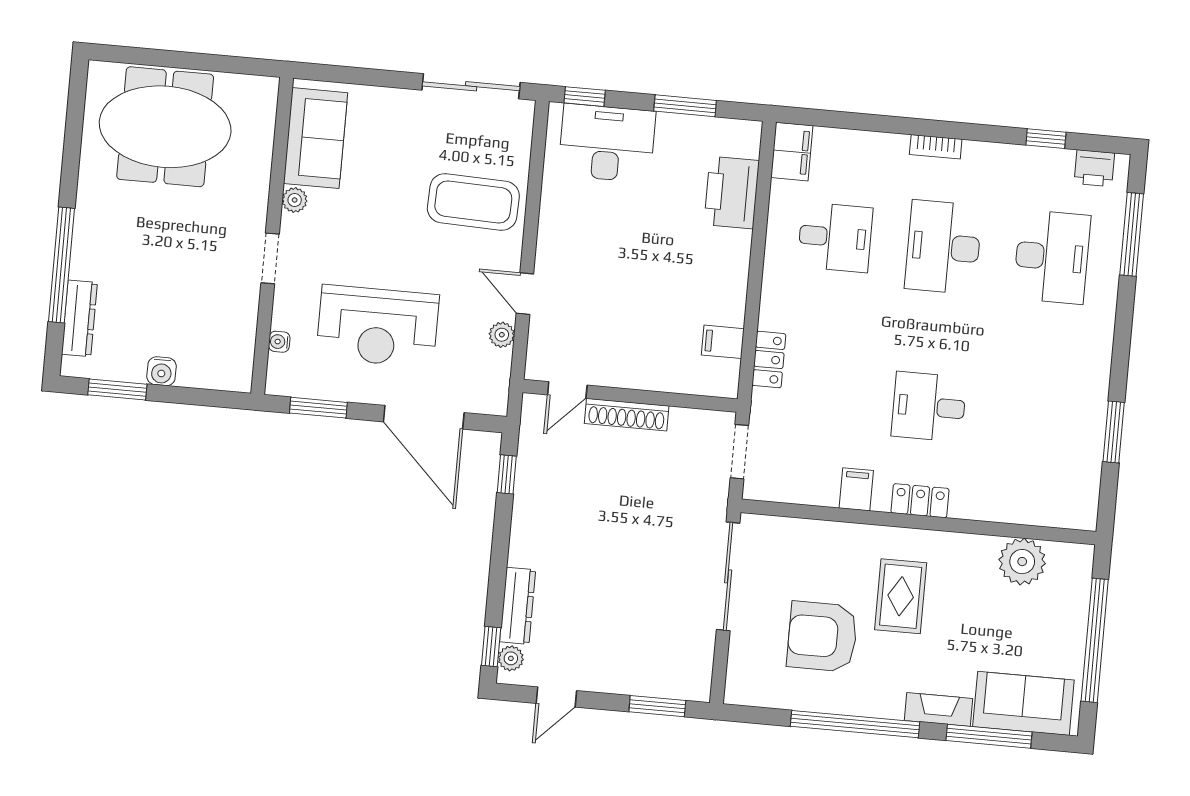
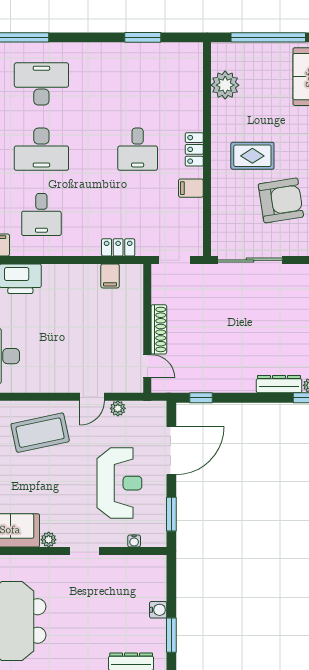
coffee table: (473, 202) -> (40, 433), turned 76
desk: (835, 237) -> (41, 214), turned 180
armchair: (822, 637) -> (281, 200), turned -99

